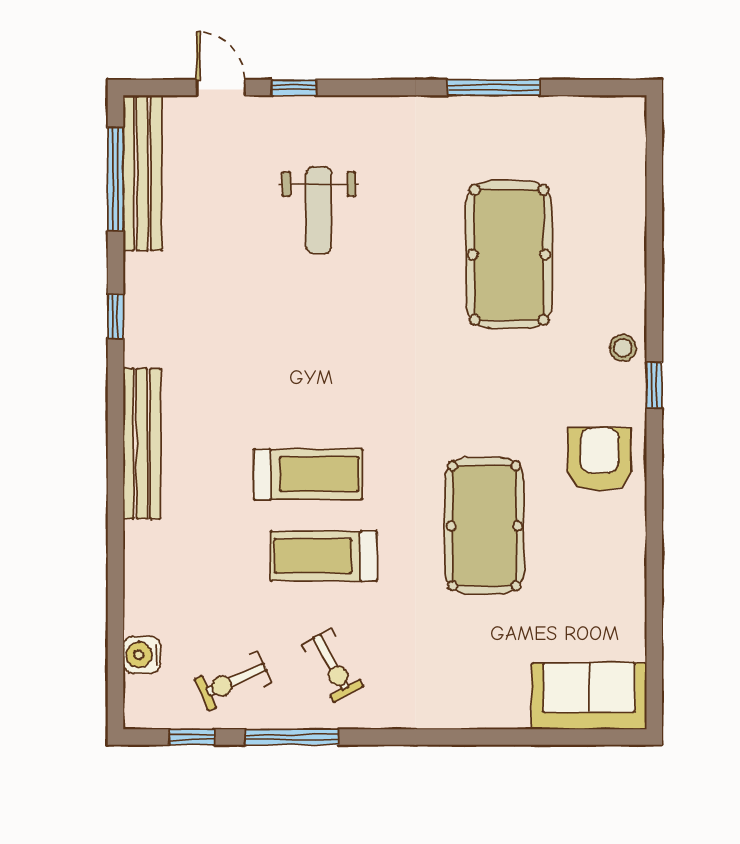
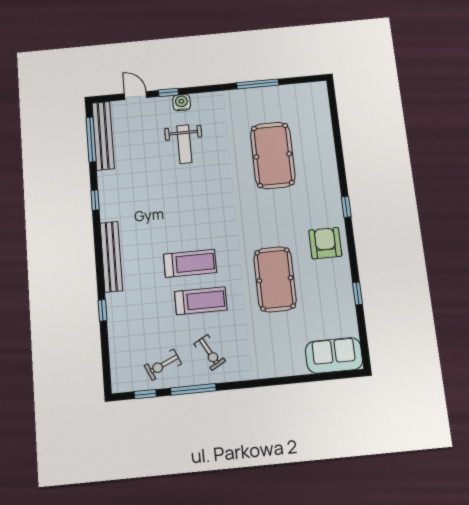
stool: (623, 348) -> (330, 192), removed
window: (115, 556) -> (102, 310), added
treadmill: (324, 556) -> (201, 301), turned 180
window: (654, 573) -> (358, 293), added
water cooler: (142, 655) -> (182, 103), moved, turned 90

